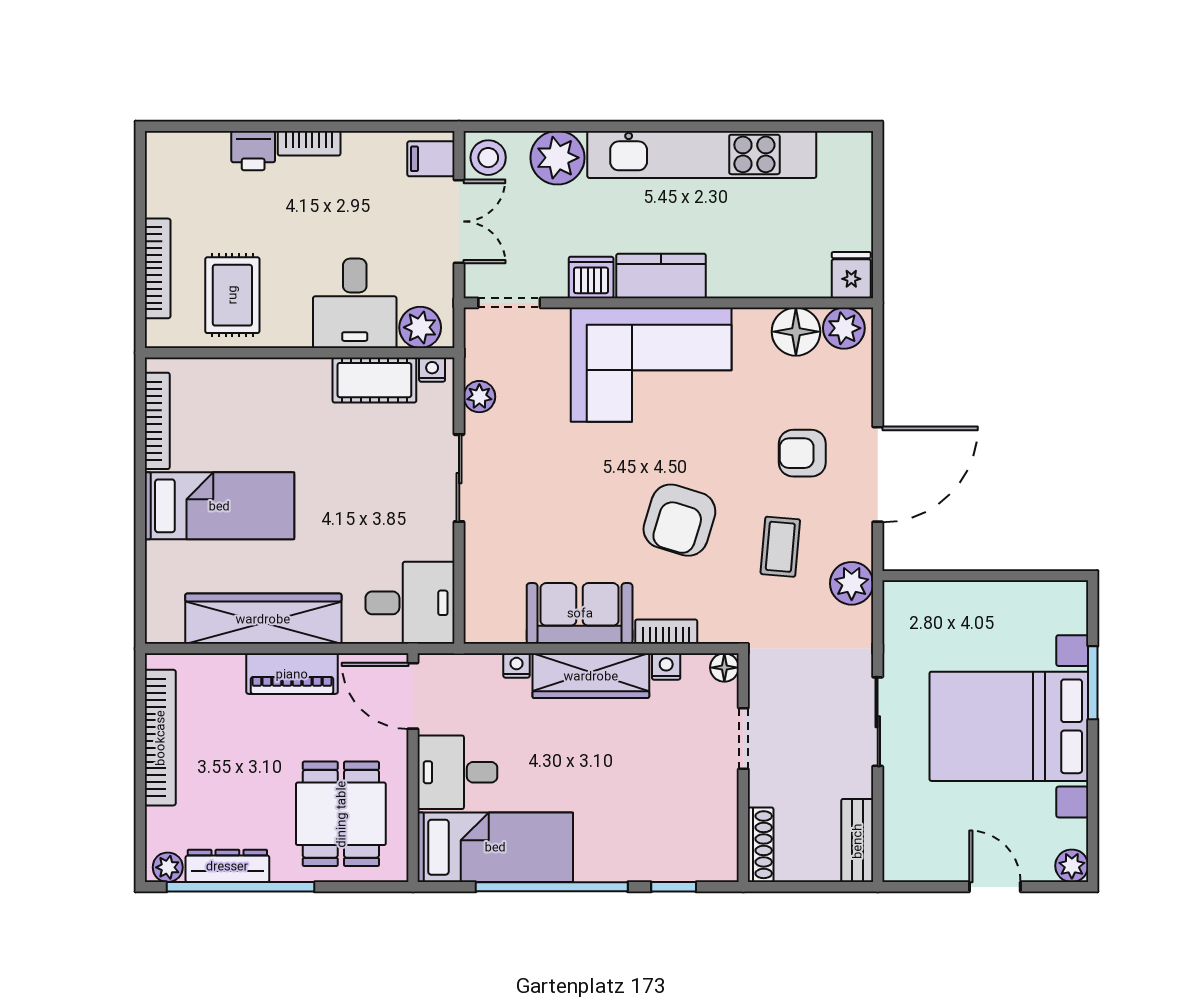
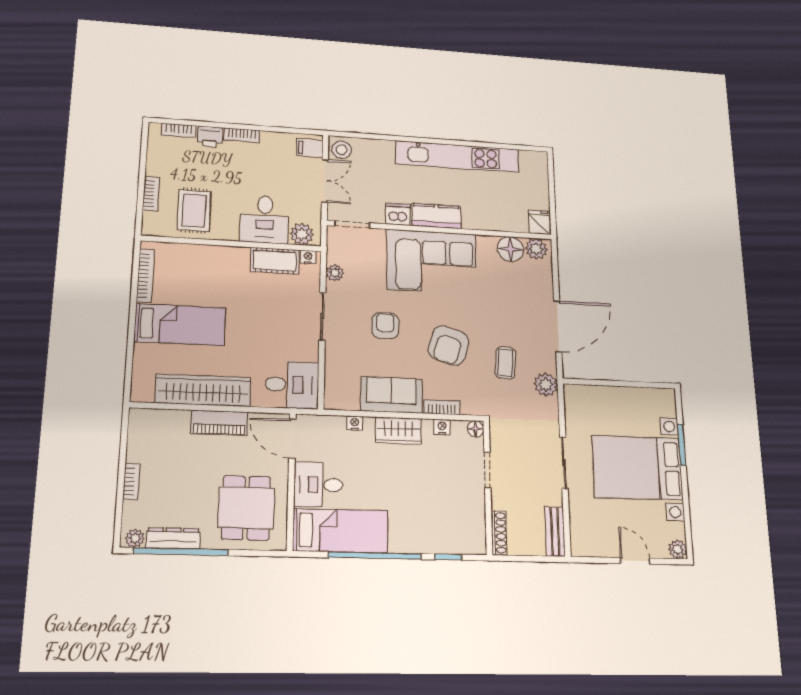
bookcase: (198, 143) -> (179, 131), added
plant: (557, 158) -> (380, 153), removed
bookcase: (158, 268) -> (151, 194), width x0.64
armchair: (802, 453) -> (385, 326), moved, turned 90
wardrobe: (591, 676) -> (398, 431), width x0.67
bookcase: (160, 738) -> (131, 482), width x0.43, depth x0.76

